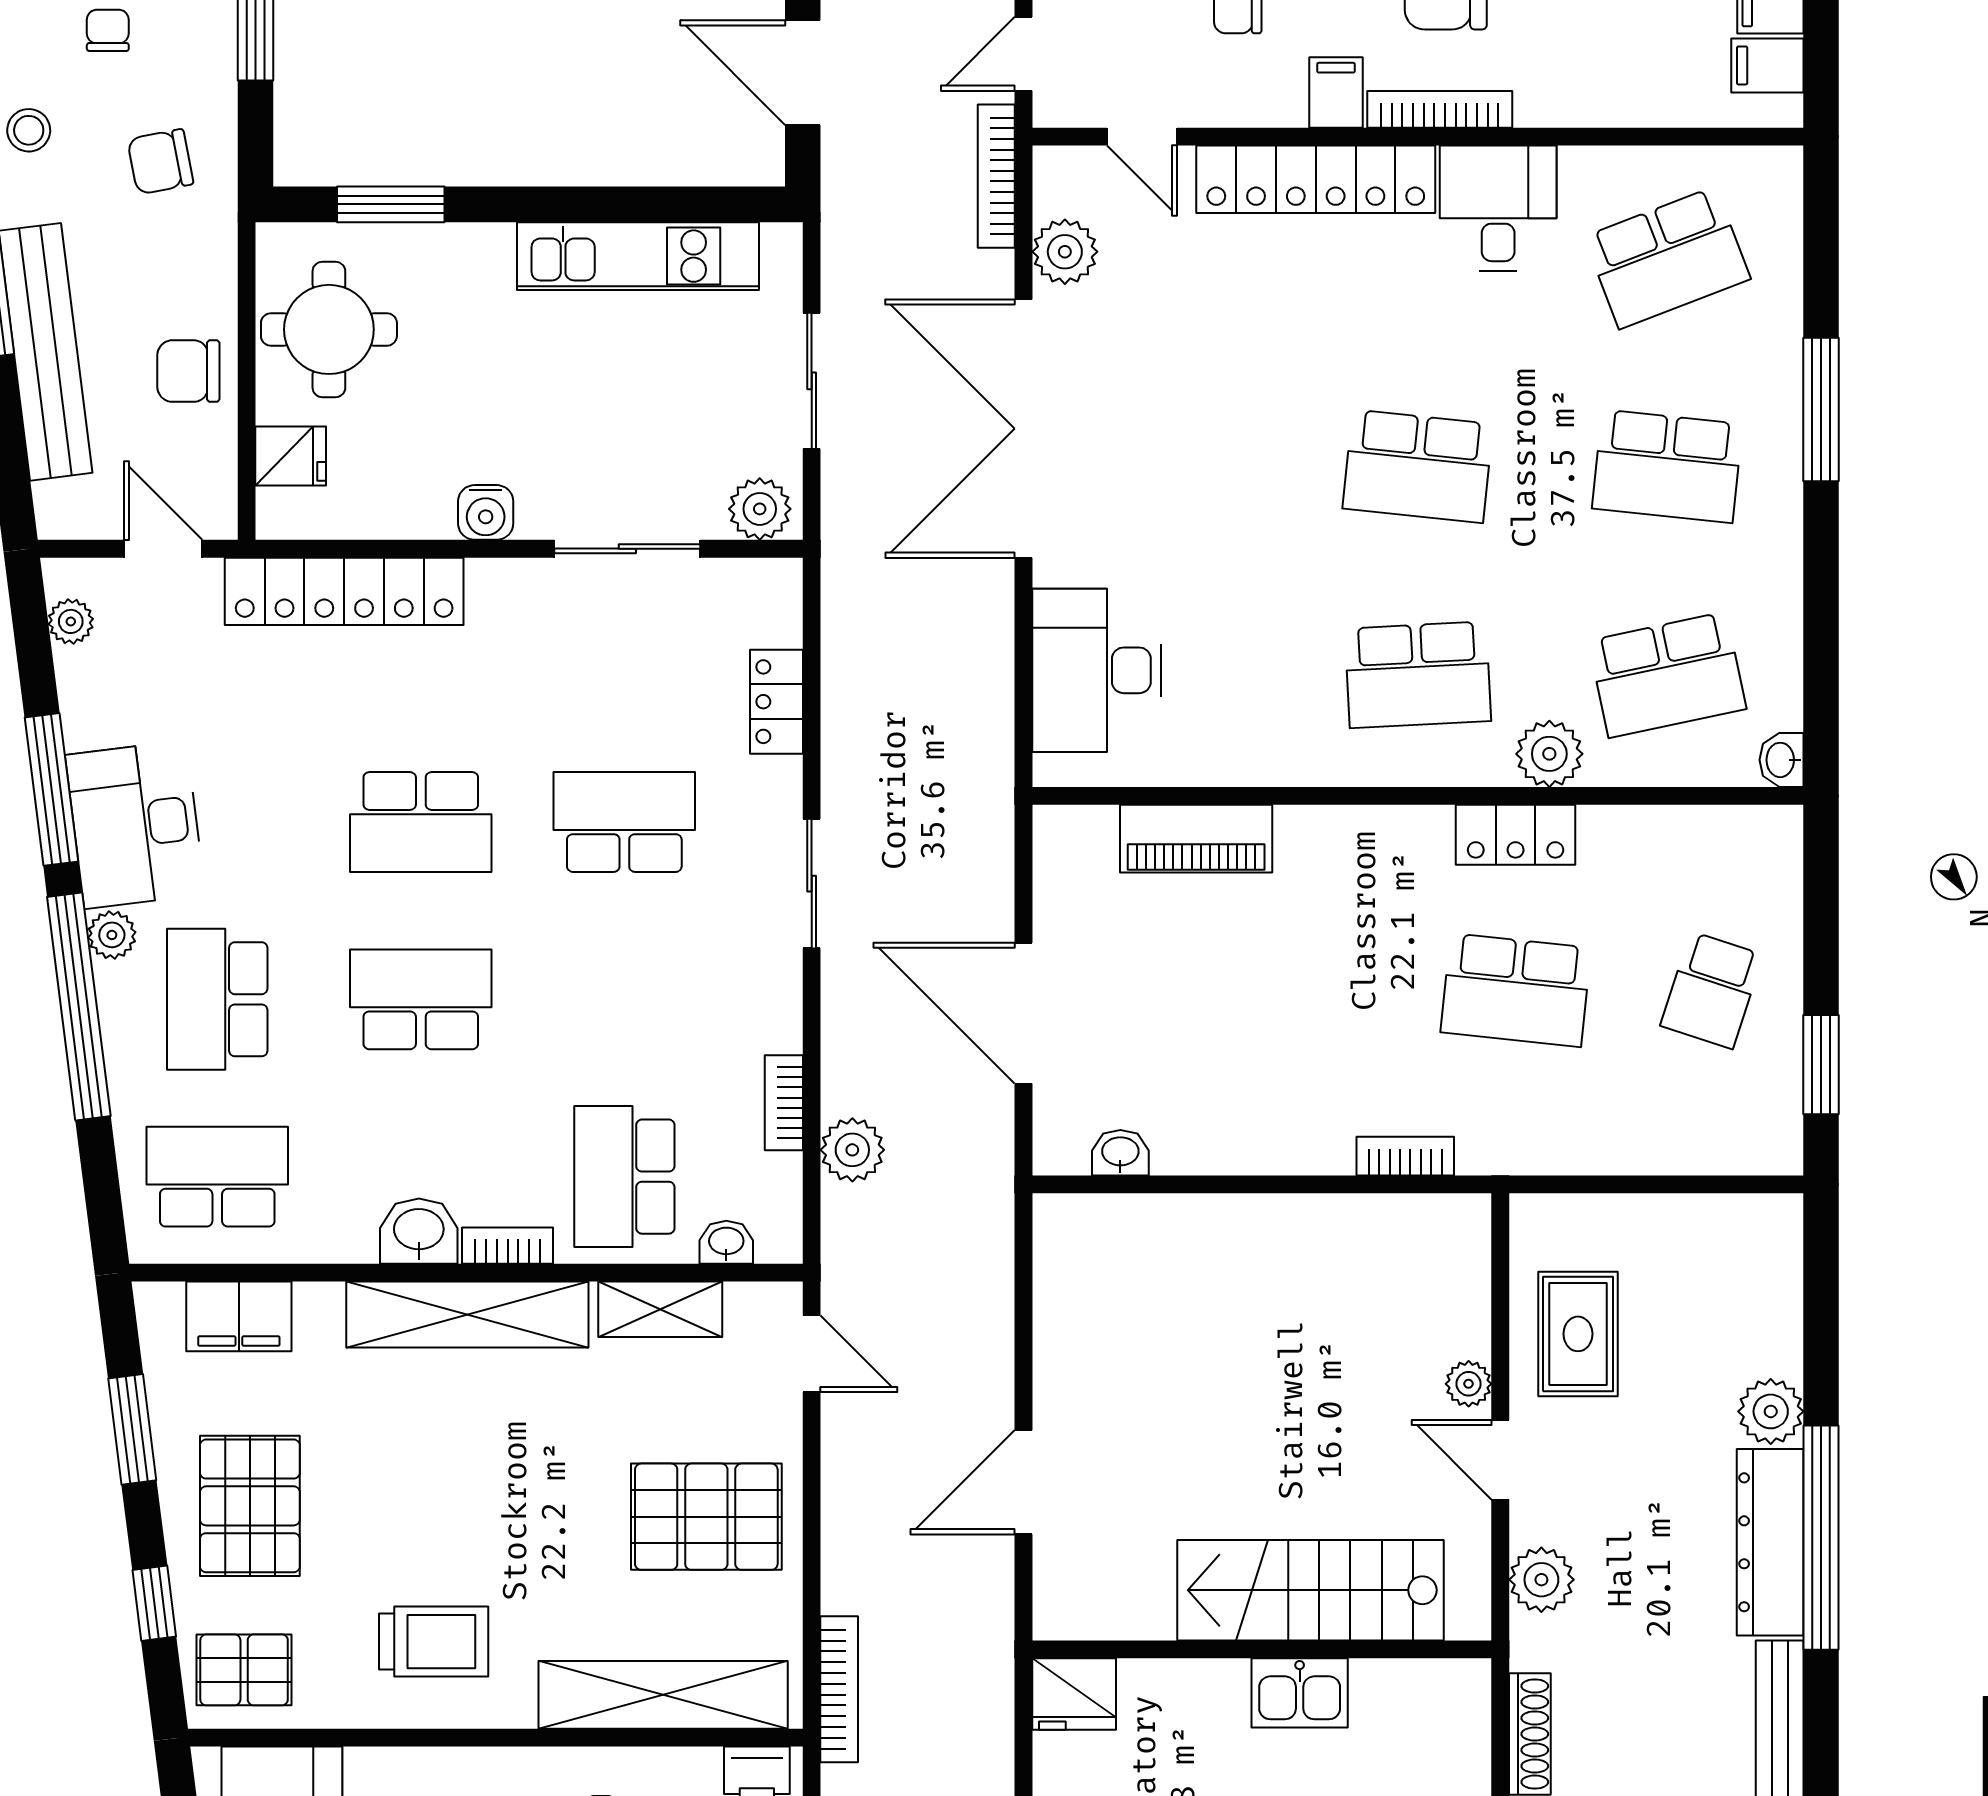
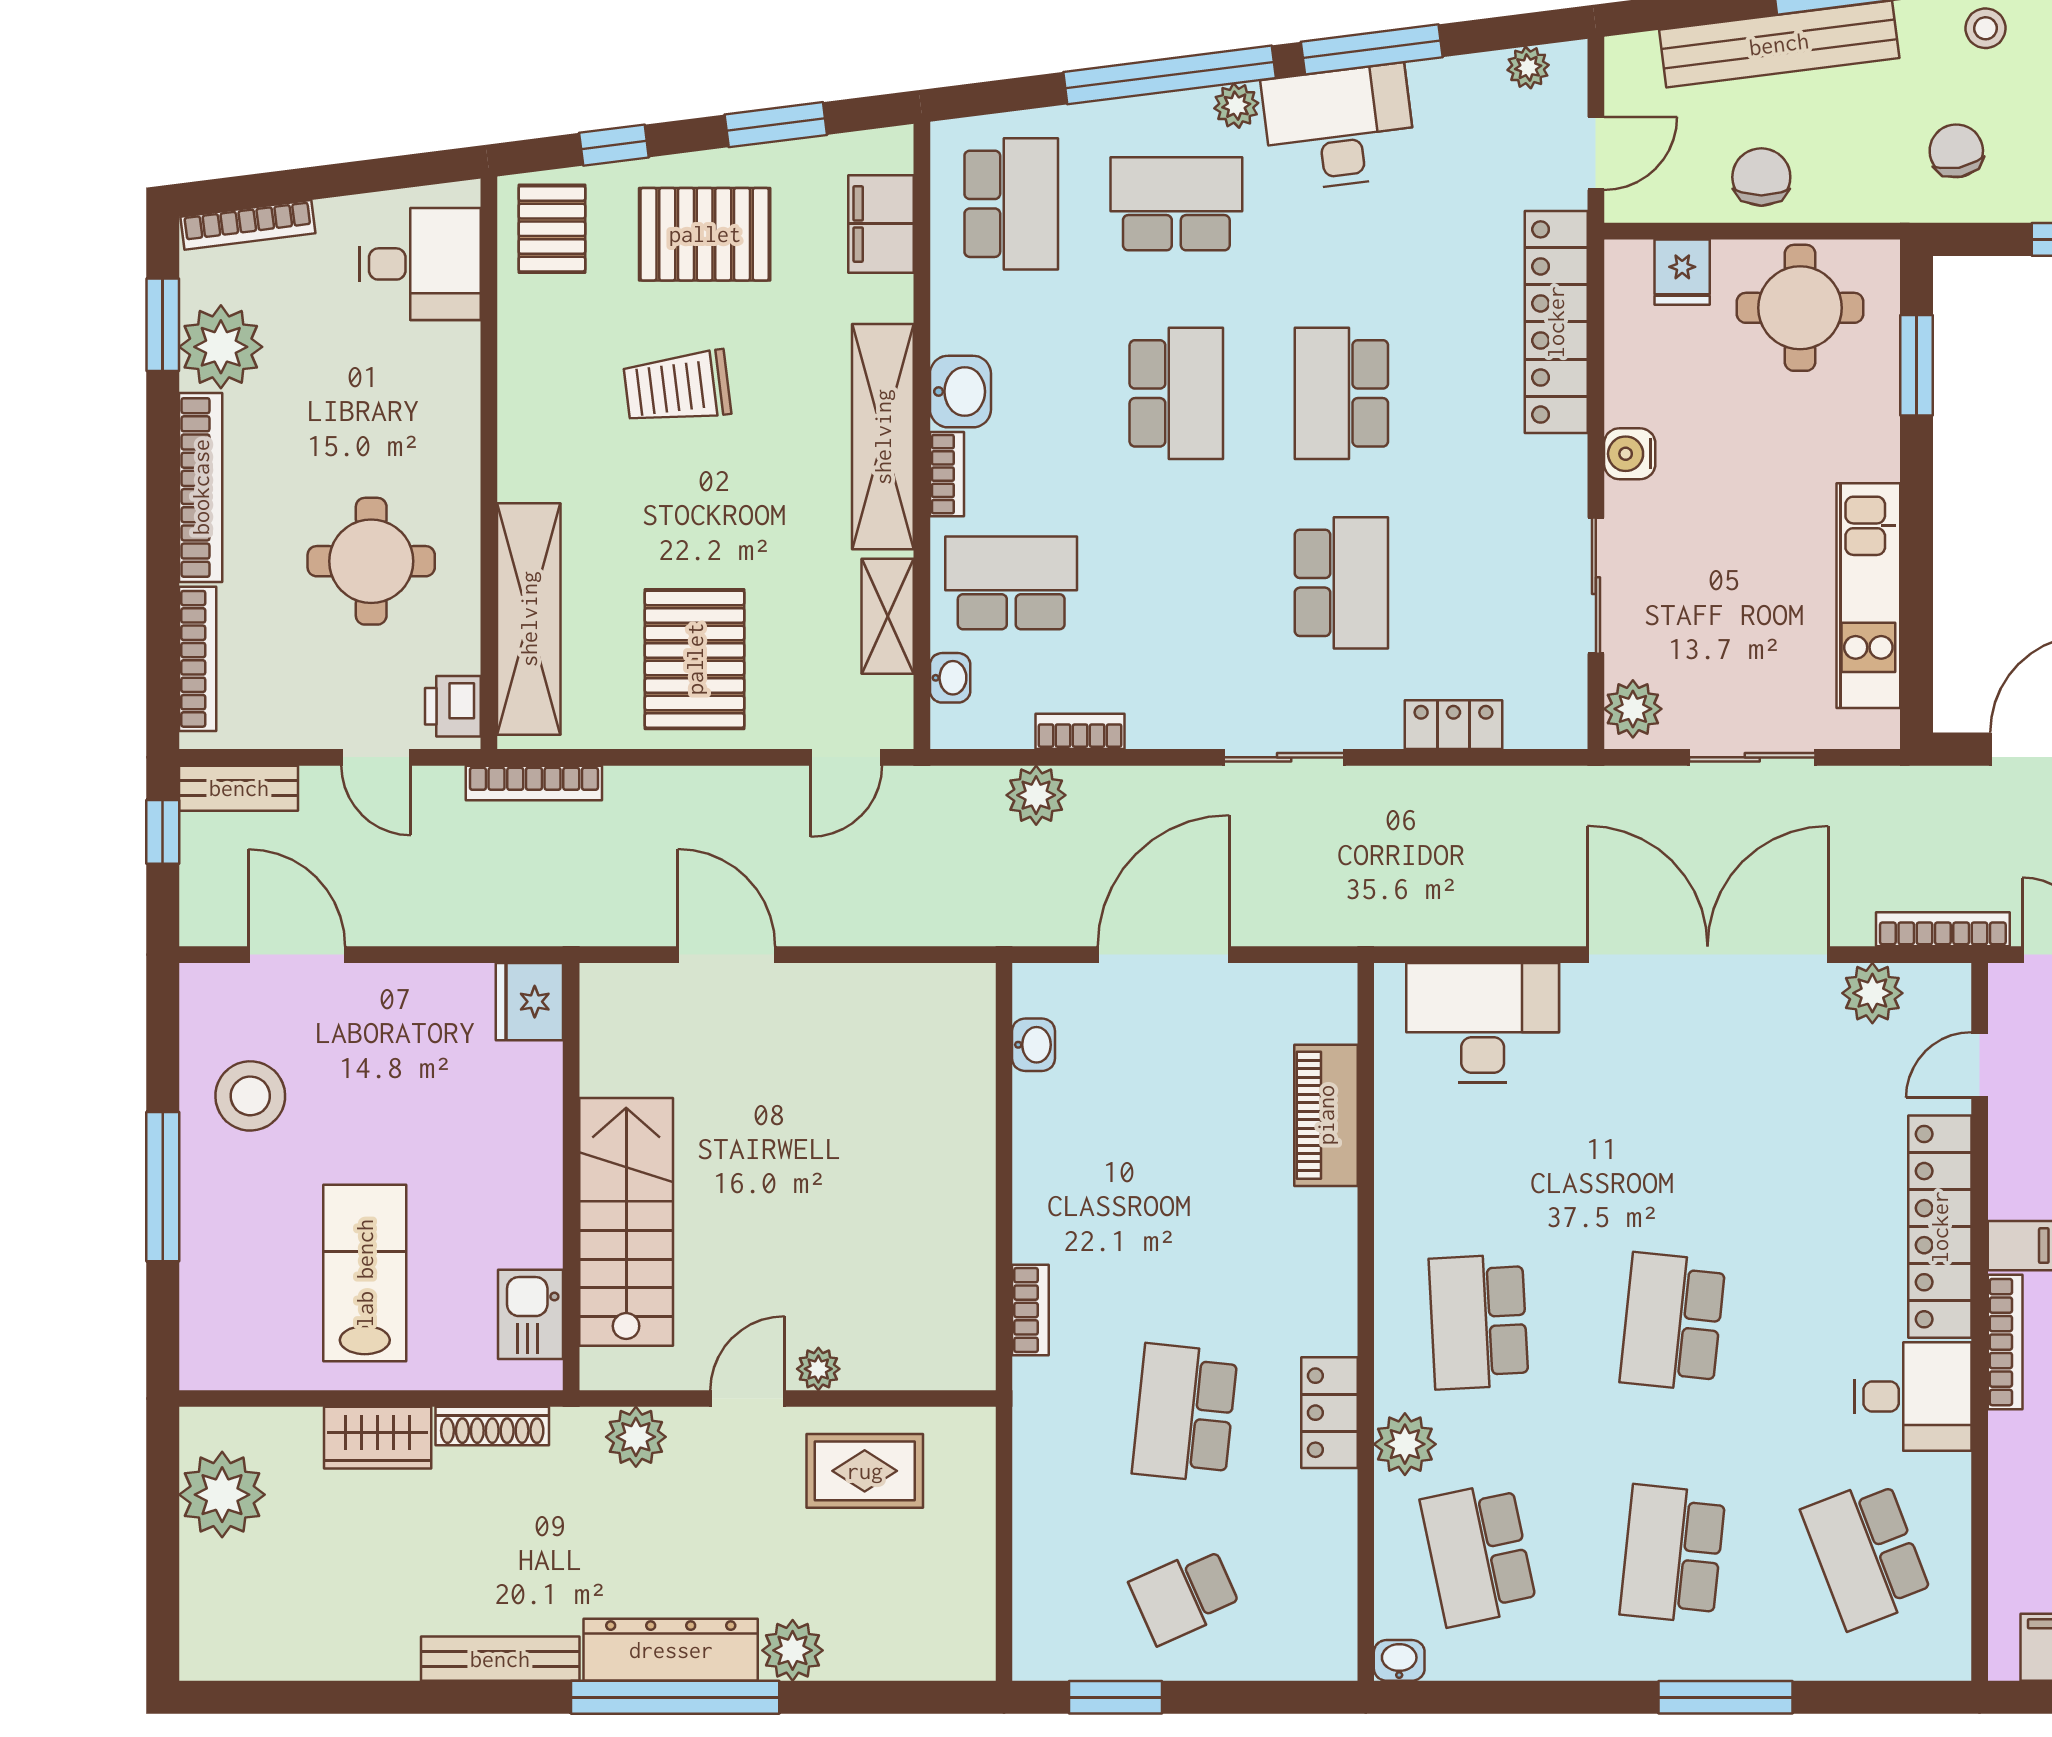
school desk: (1712, 990) -> (1185, 1595), turned -42
trolley: (434, 1642) -> (677, 387), moved, turned 83
kitchen sink: (1300, 1693) -> (530, 1314), moved

